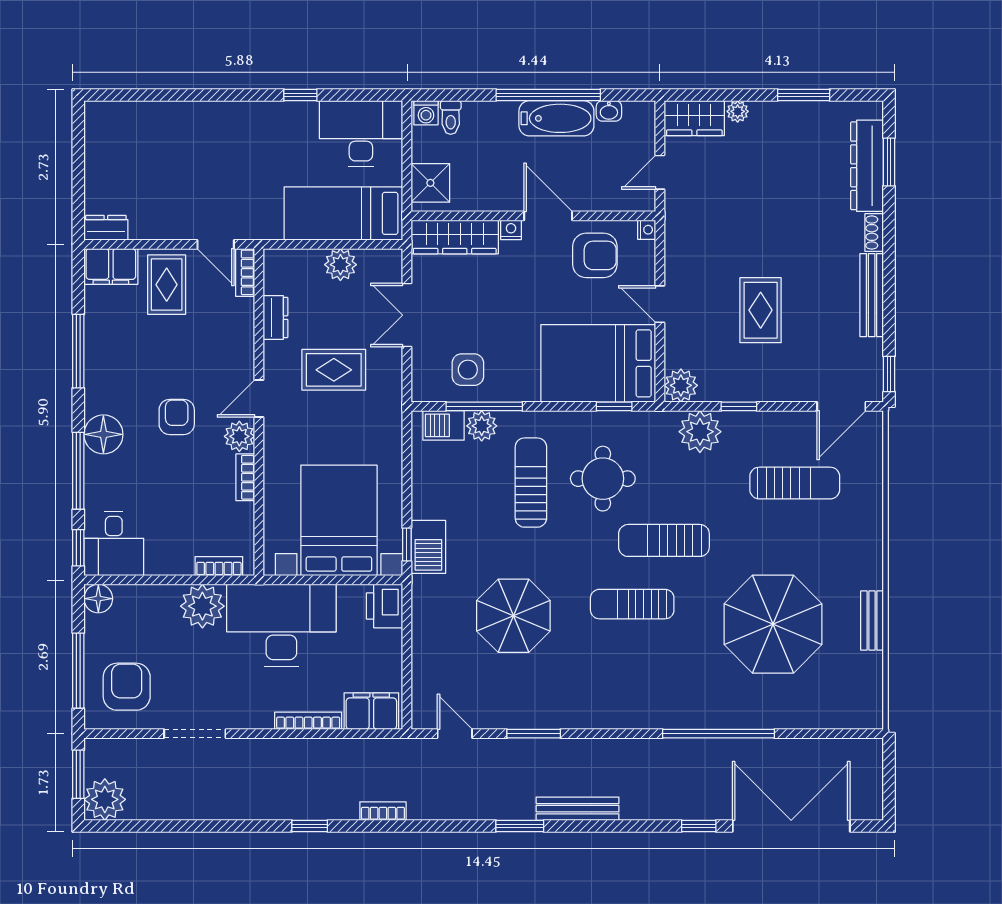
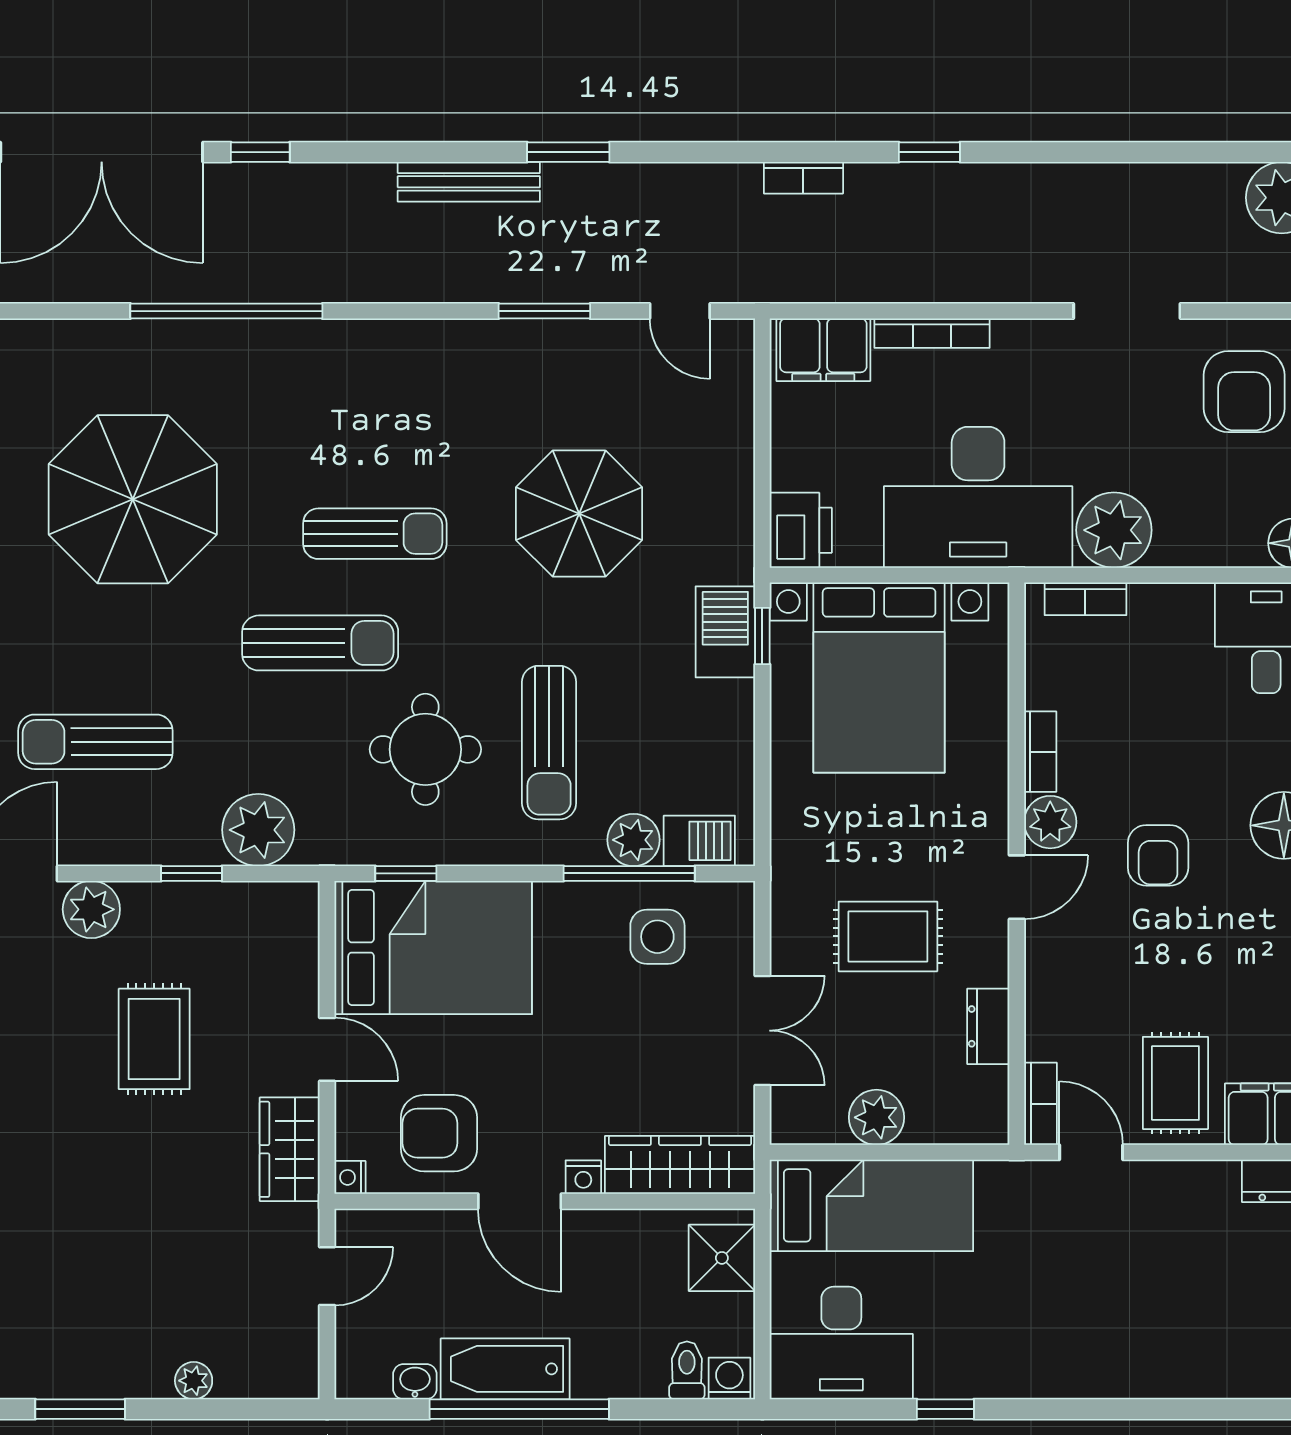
wardrobe: (694, 118) -> (290, 1149), moved, turned -90
plant: (681, 385) -> (91, 909), moved

